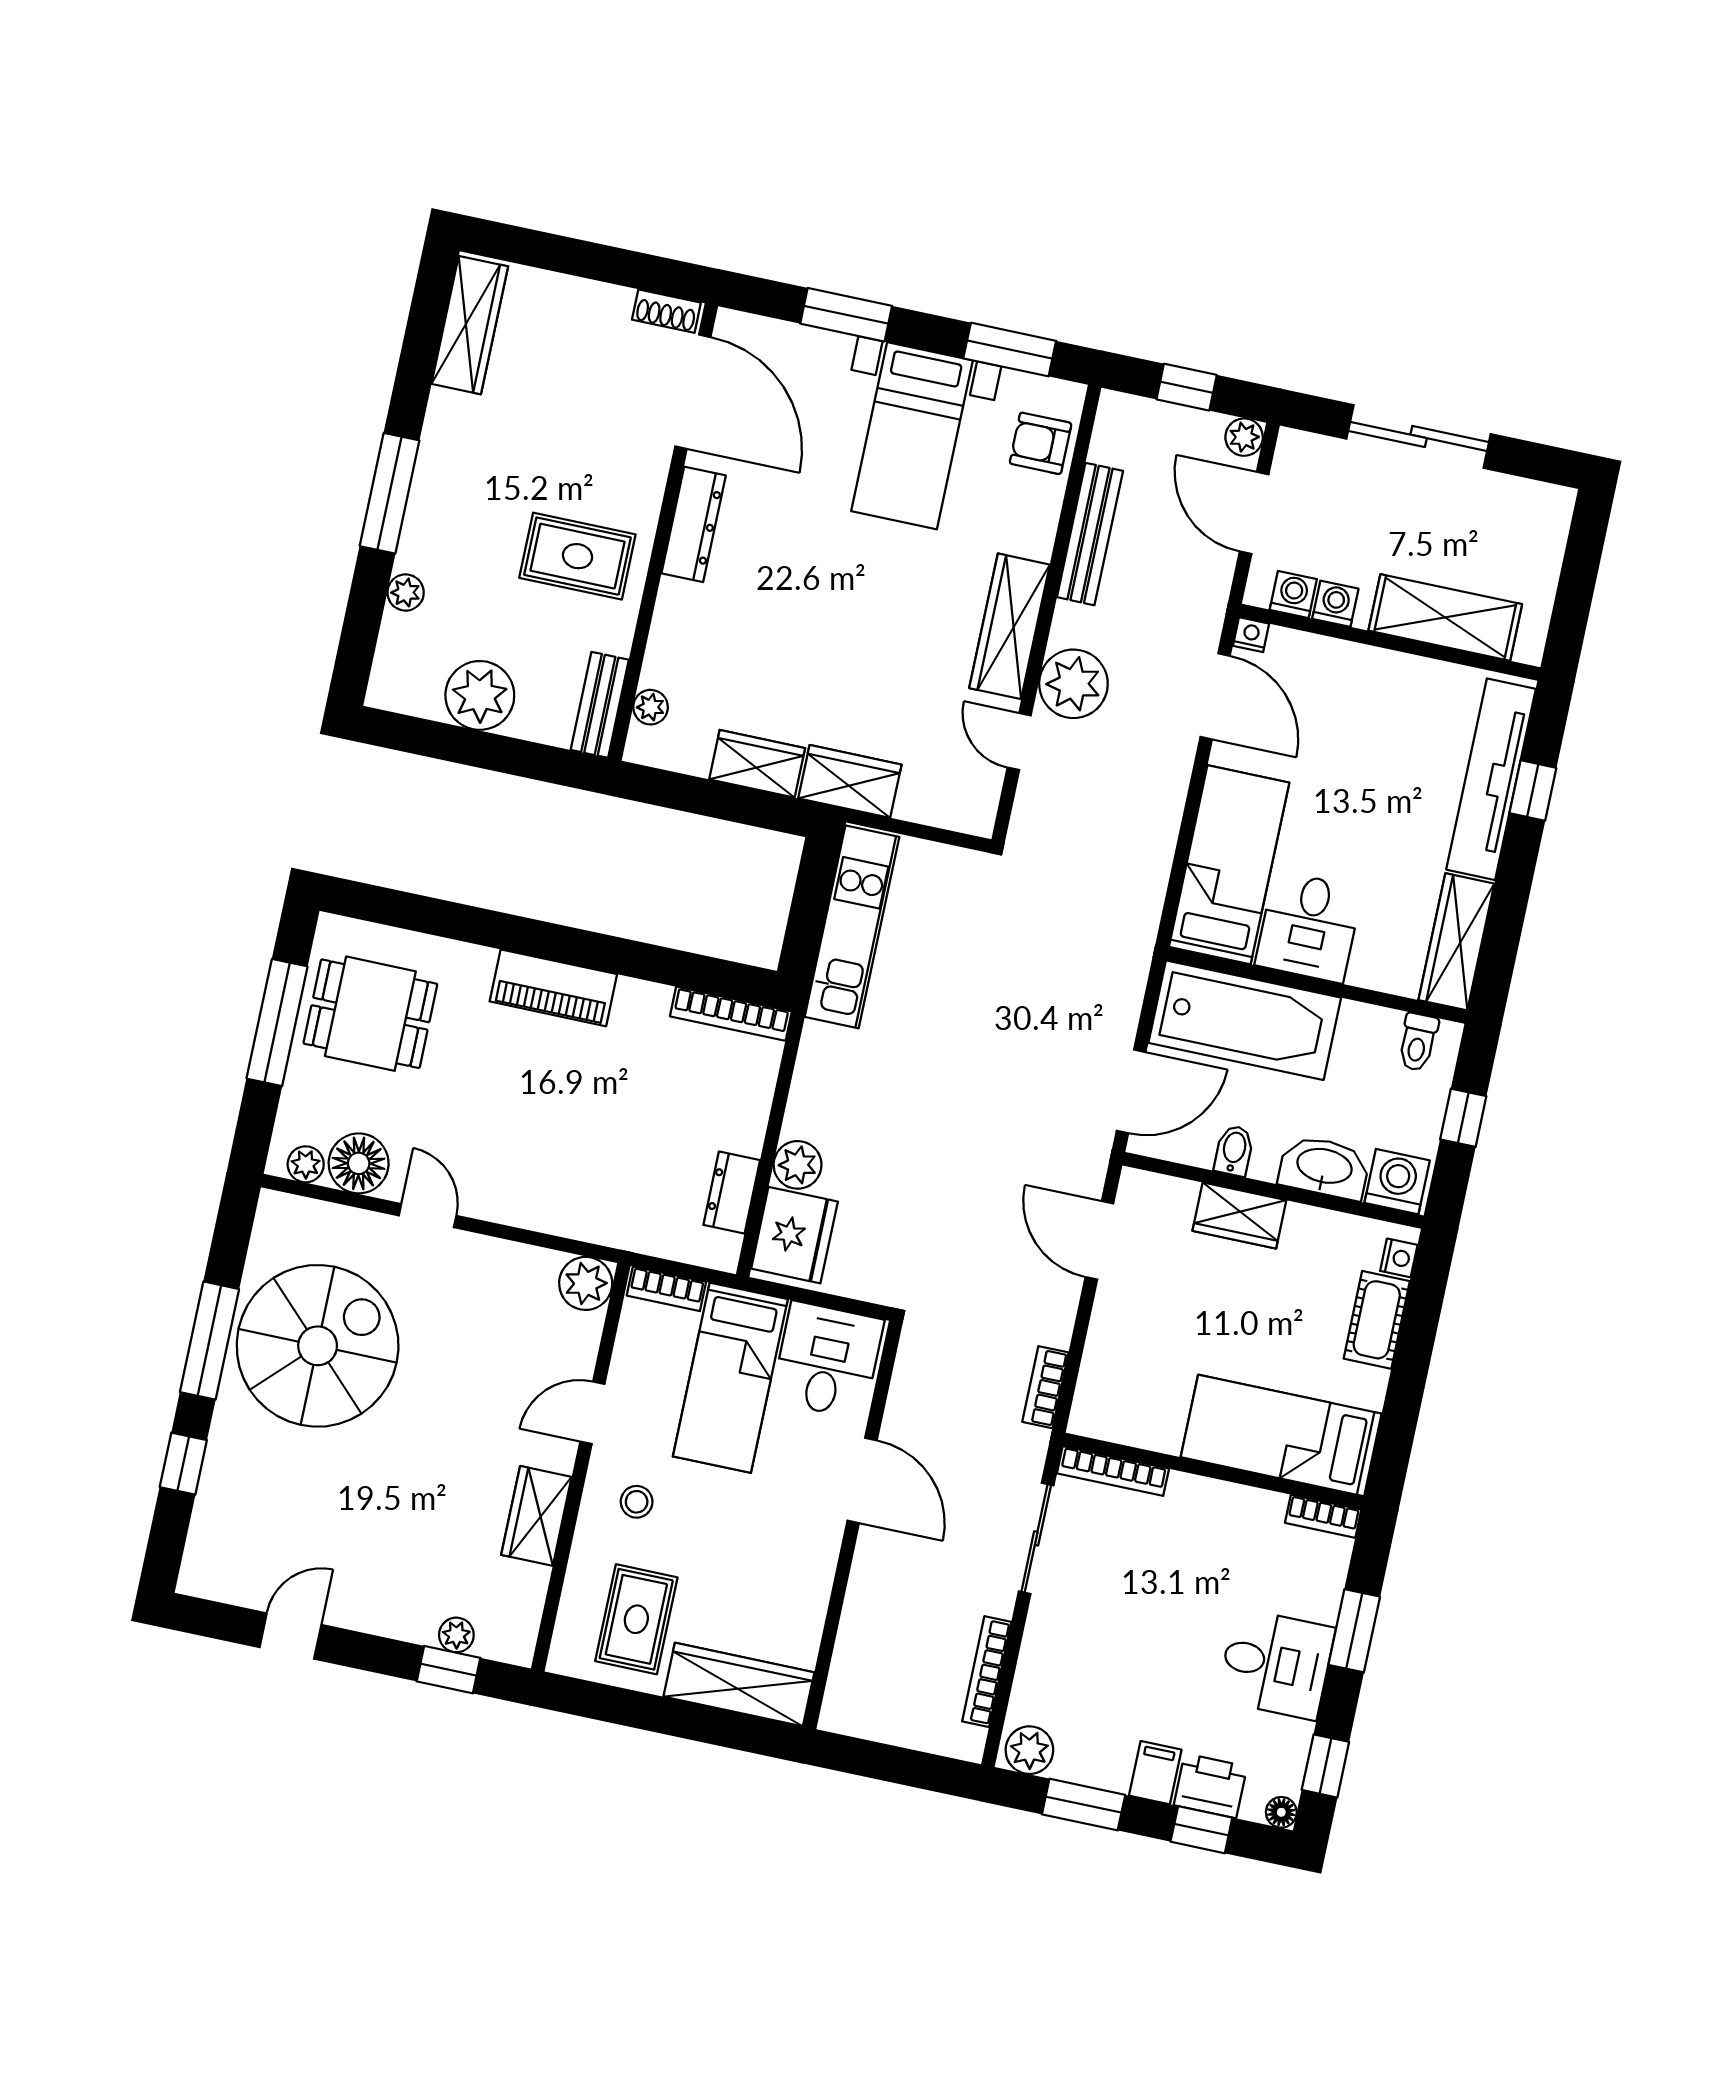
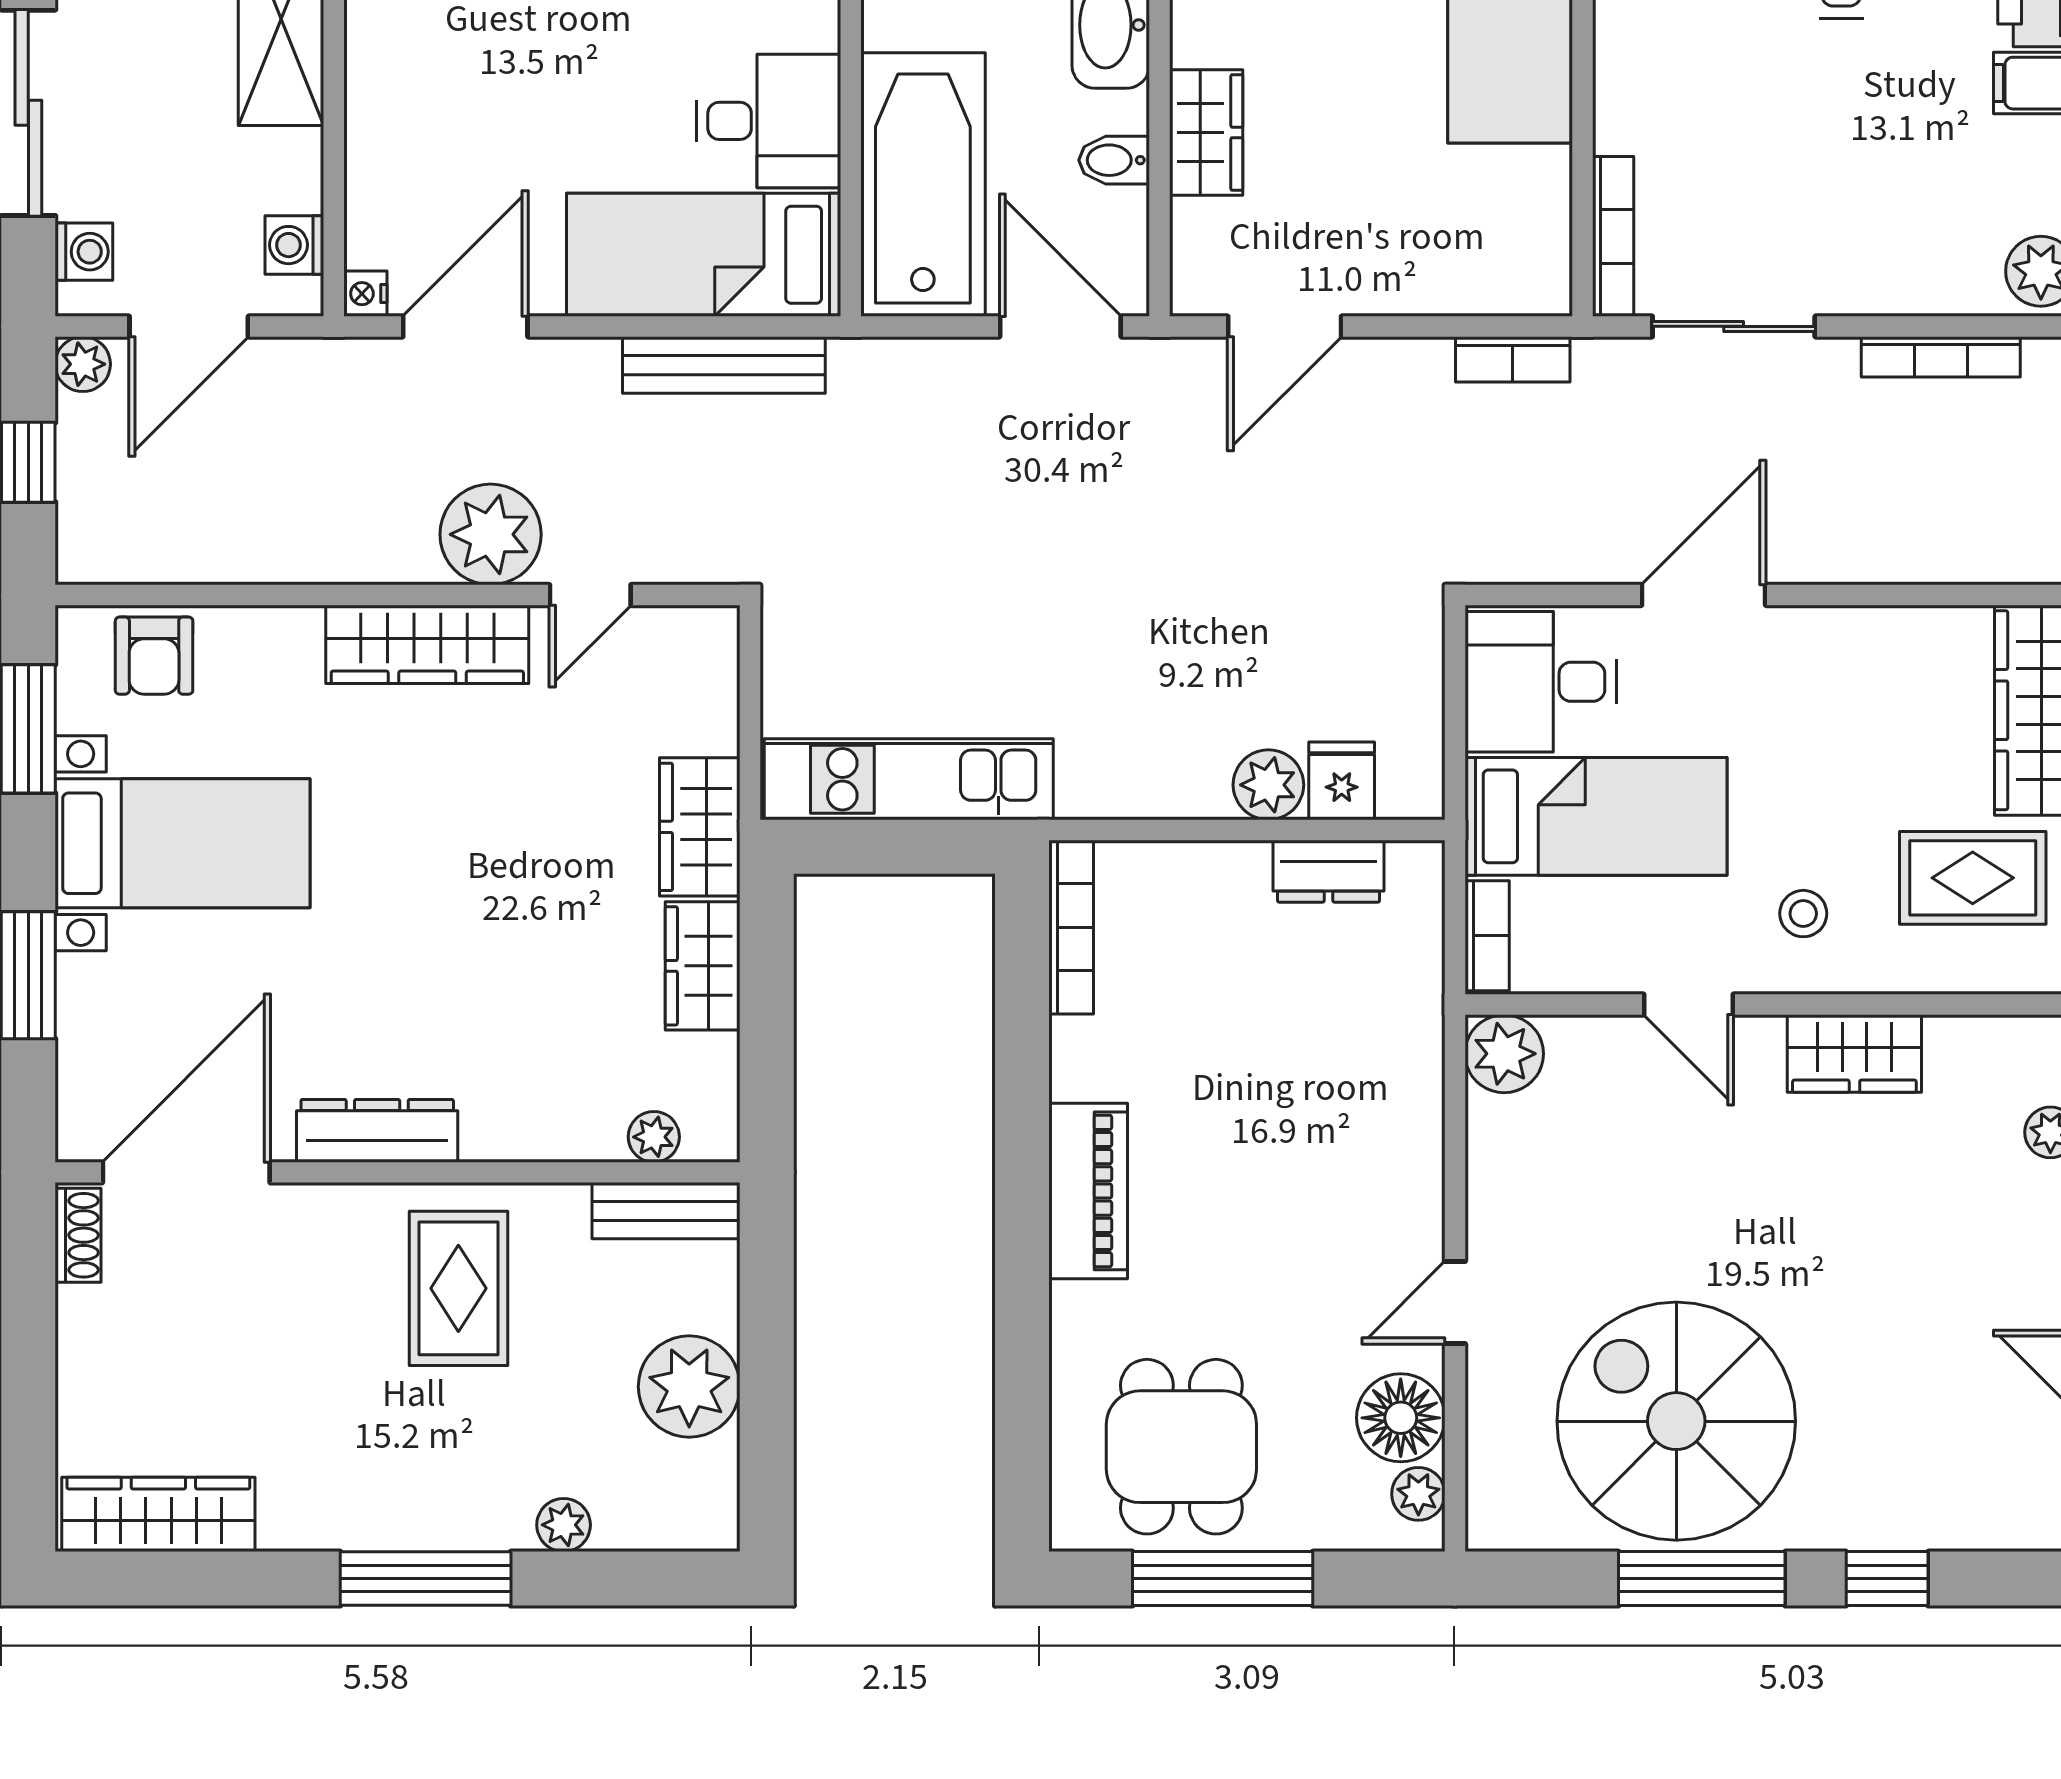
bench: (1090, 534) -> (724, 365), moved
washing machine: (1335, 604) -> (84, 252), moved, turned 180
fridge: (794, 1235) -> (1342, 781), width x0.53, depth x0.75

